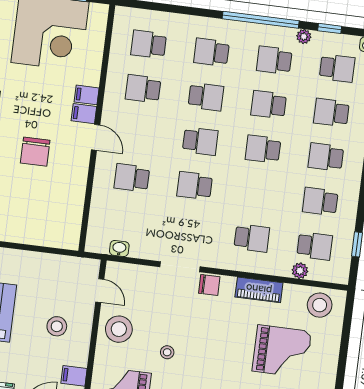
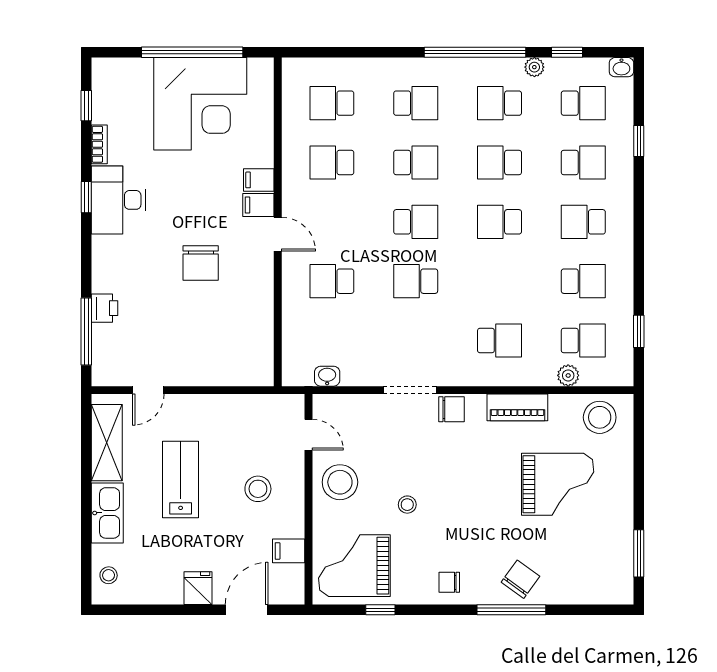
school desk: (211, 52) -> (416, 103), turned 180
school desk: (331, 113) -> (583, 162), turned 180
school desk: (320, 202) -> (583, 281), turned 180

